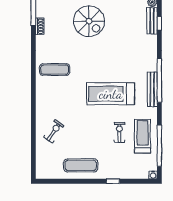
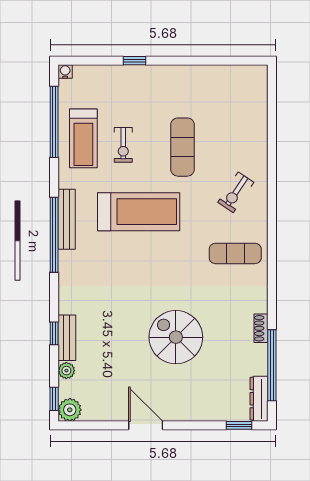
exercise bike: (54, 131) -> (236, 192), moved
exercise mat: (81, 165) -> (183, 147), moved, turned 90

